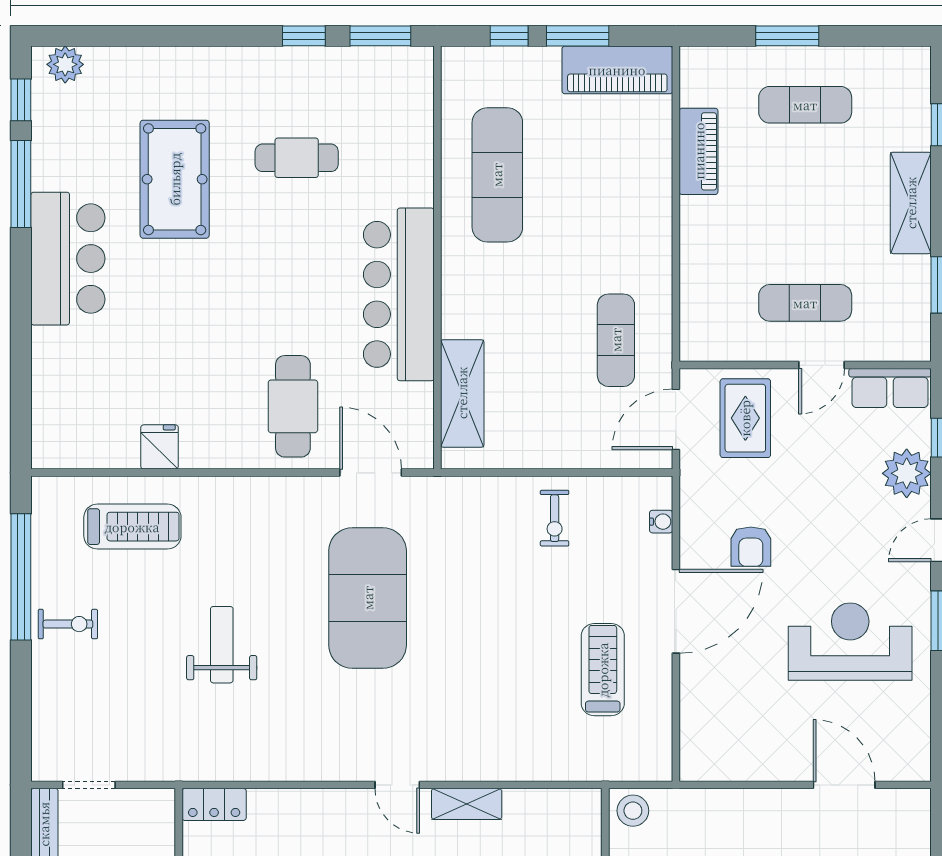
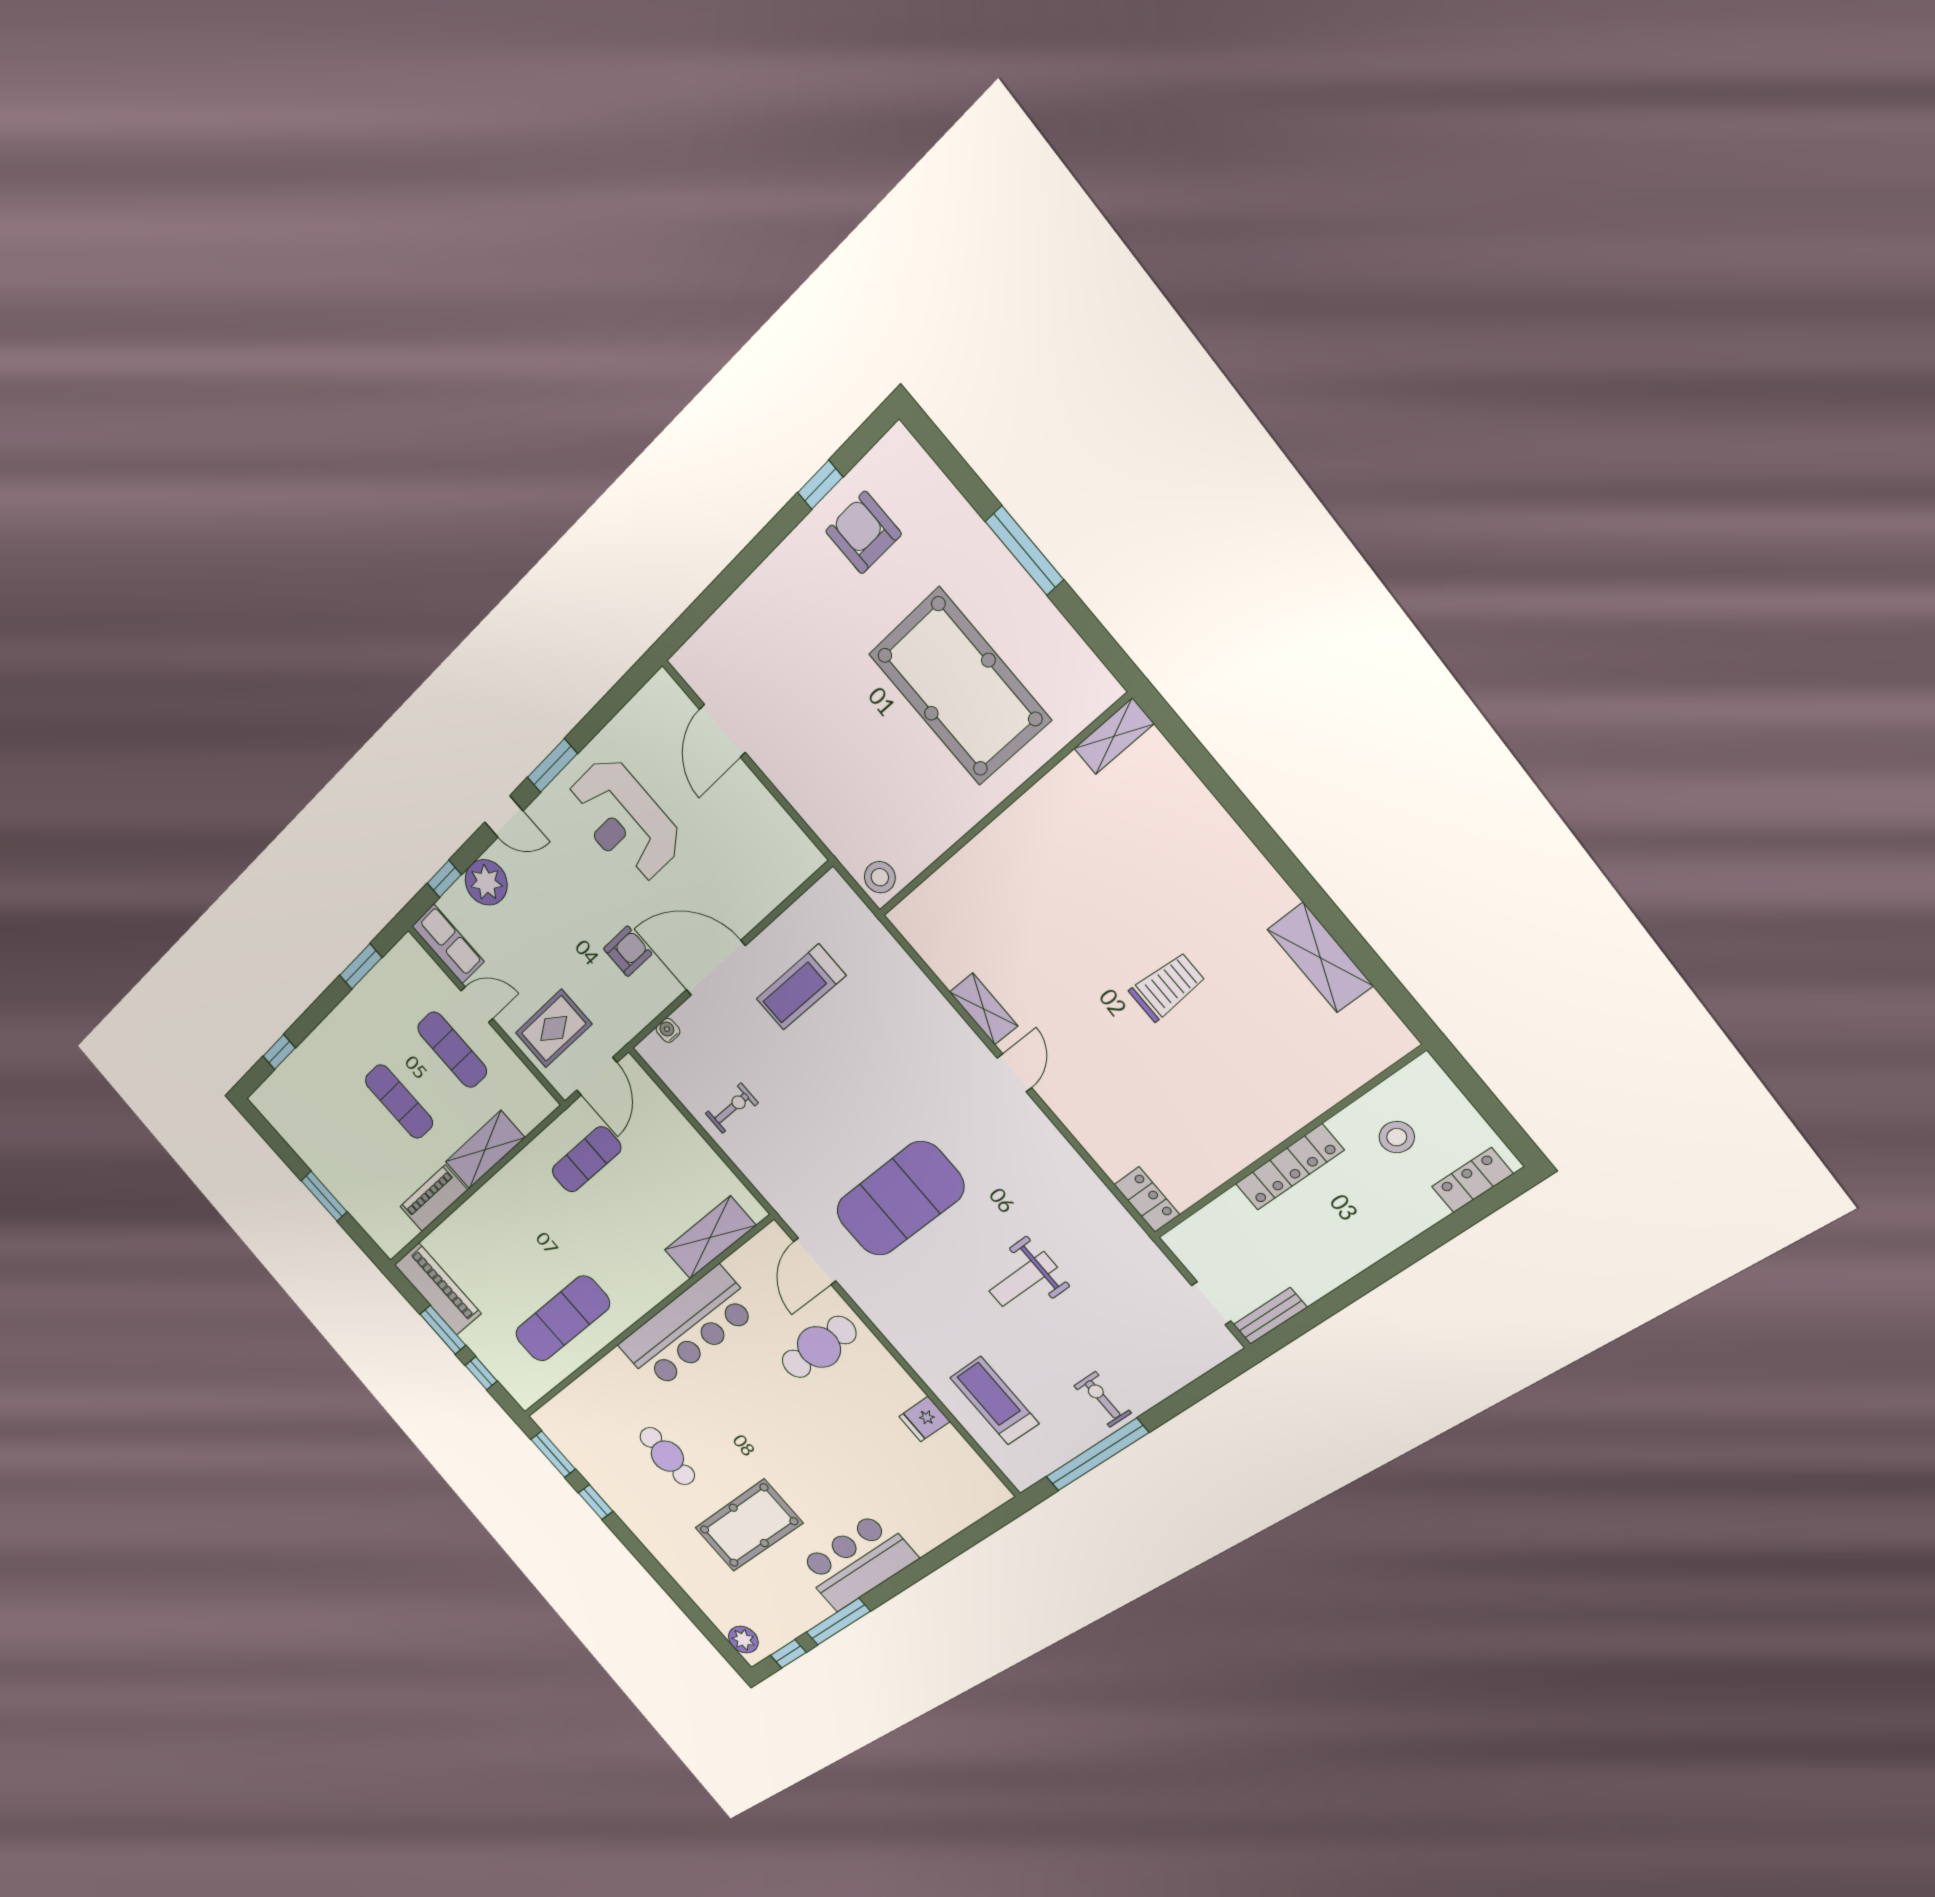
exercise mat: (805, 105) -> (399, 1102), moved
shelving: (911, 203) -> (485, 1150), moved
door: (676, 419) -> (597, 1076), hinge flipped

